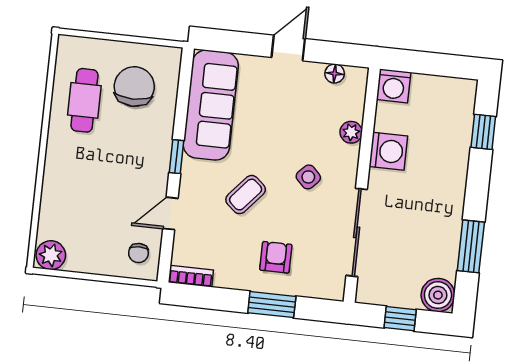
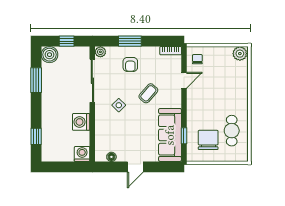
chair: (134, 87) -> (208, 140), turned 180
plant: (351, 132) -> (100, 52), moved
window: (177, 157) -> (184, 136), moved

